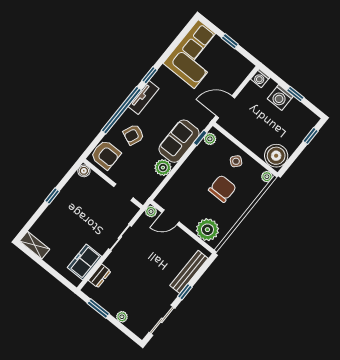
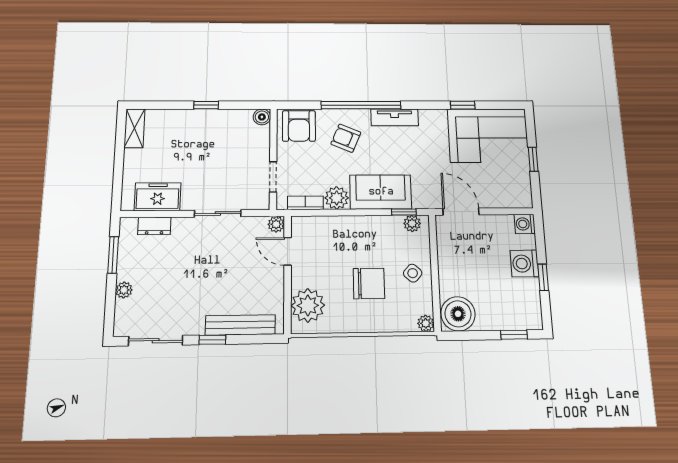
window: (150, 75) -> (463, 105), moved
bookcase: (152, 187) -> (305, 203), added

